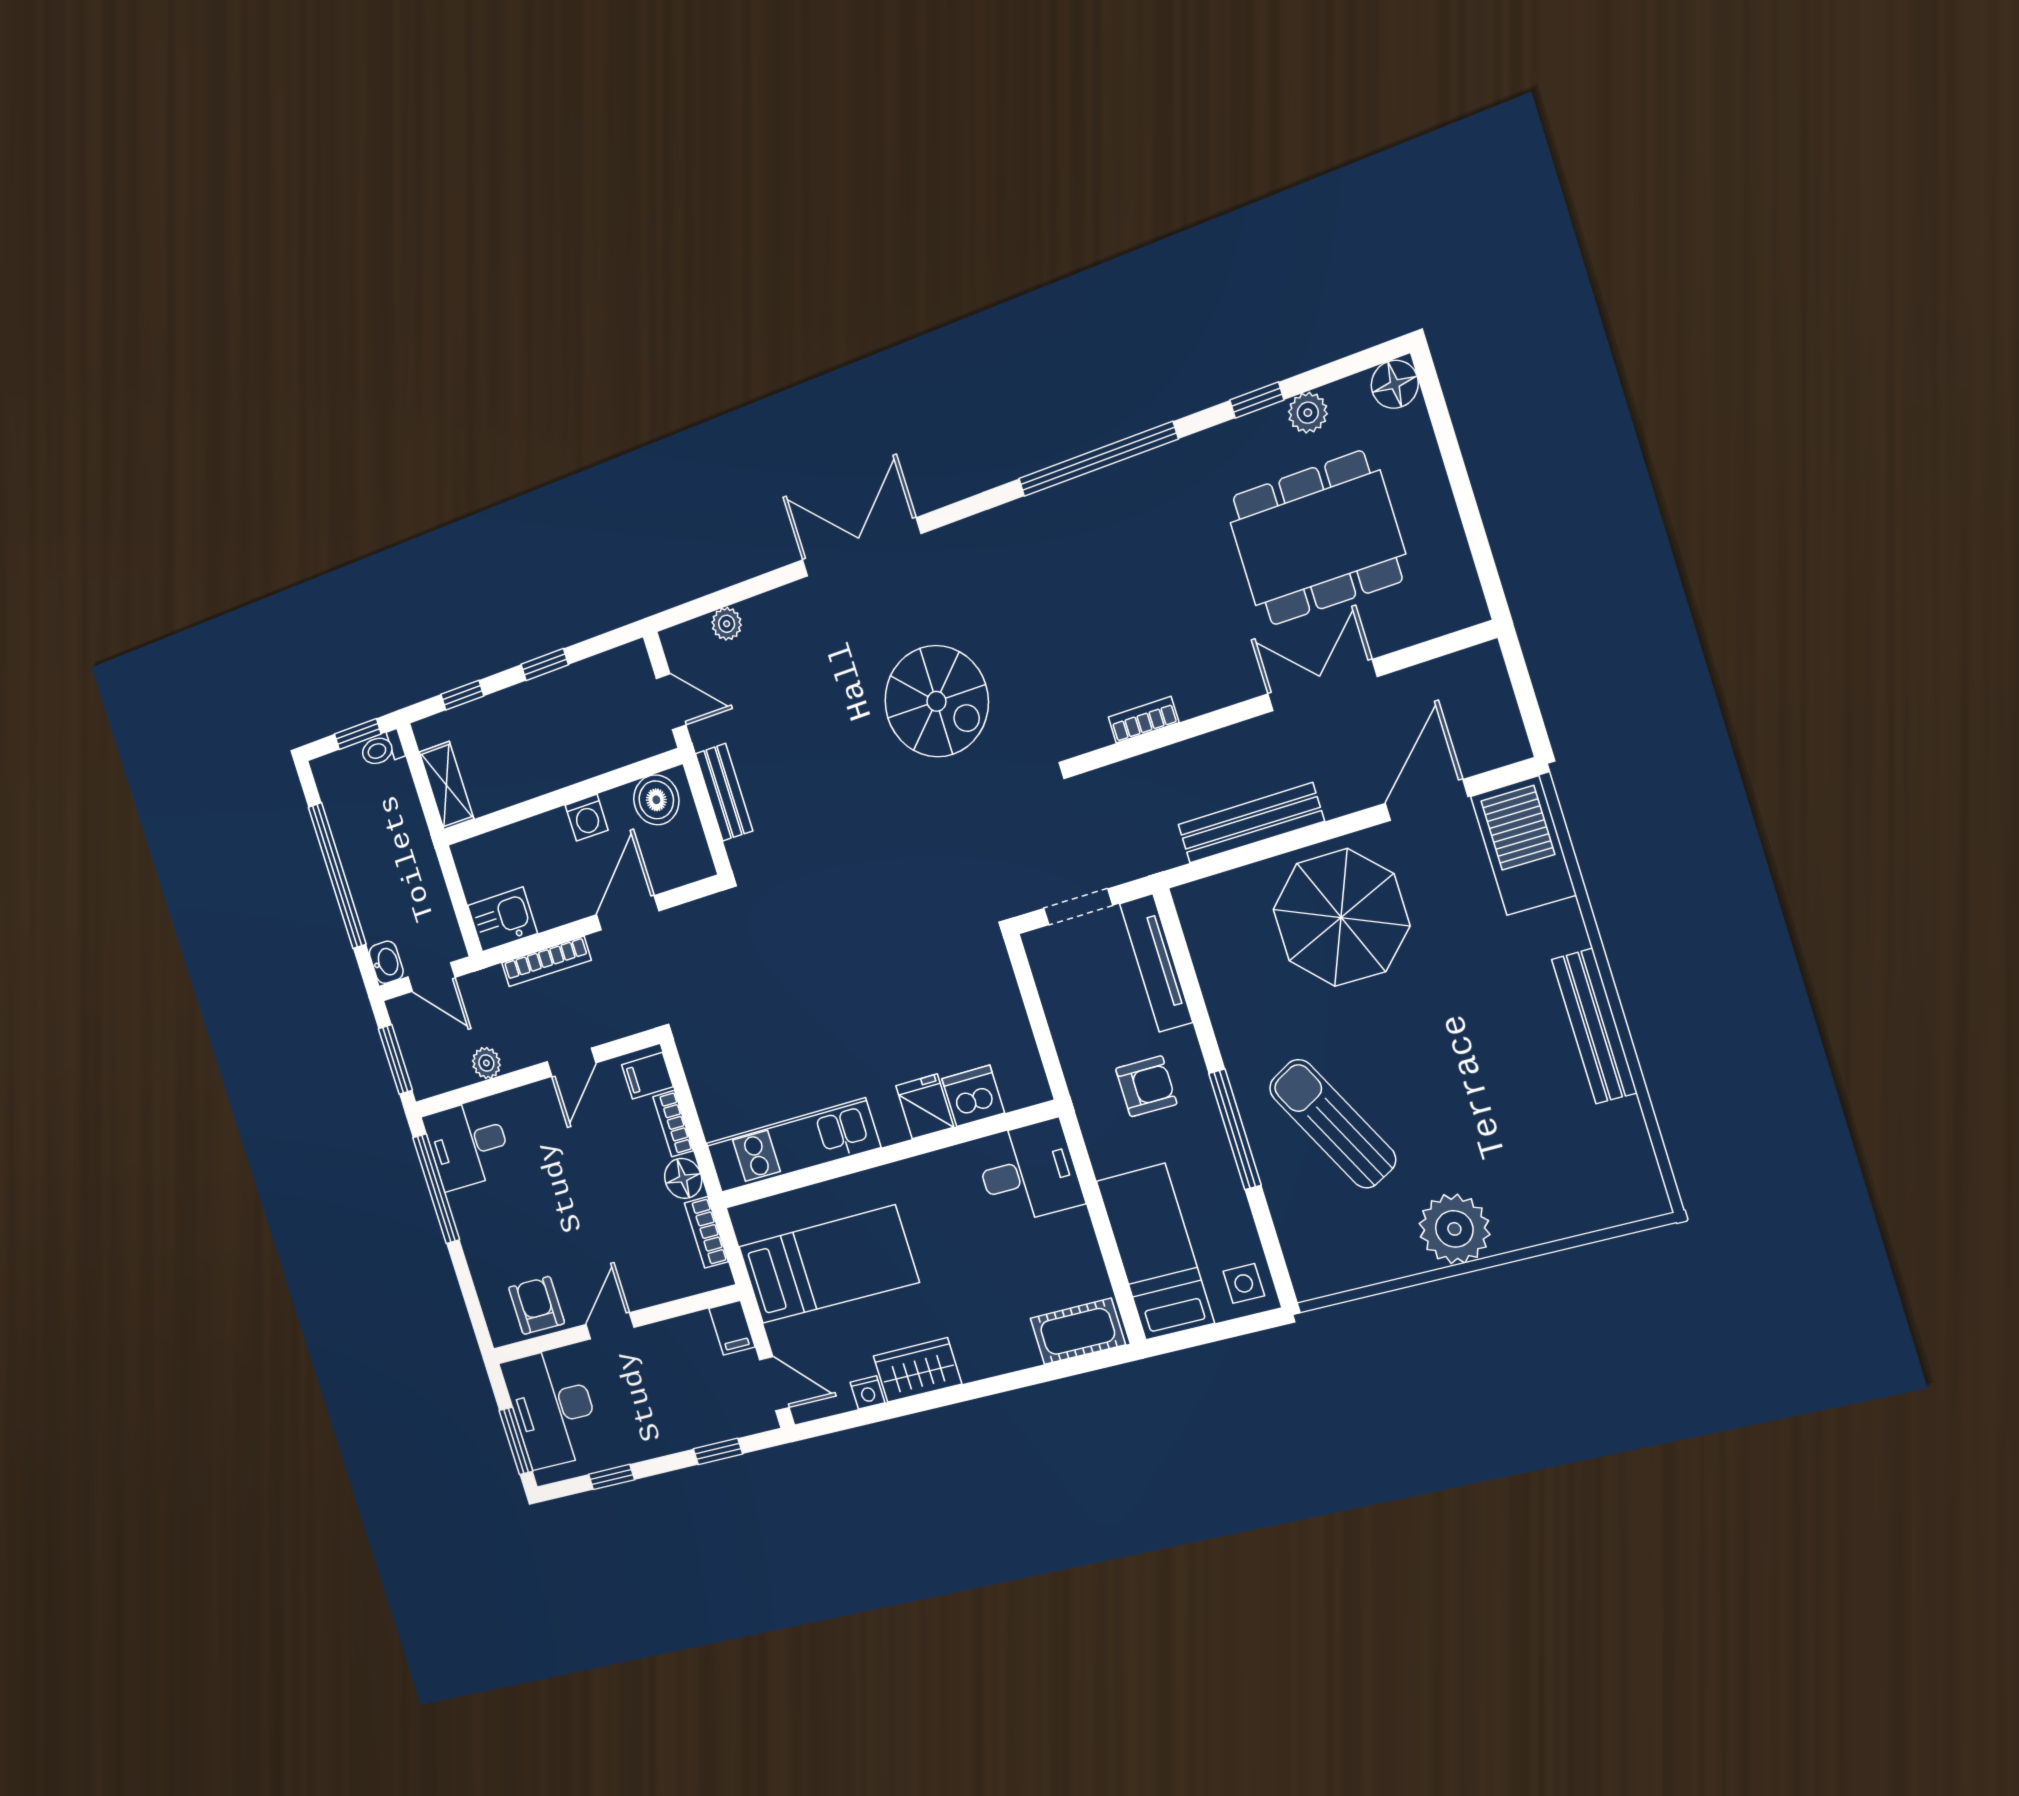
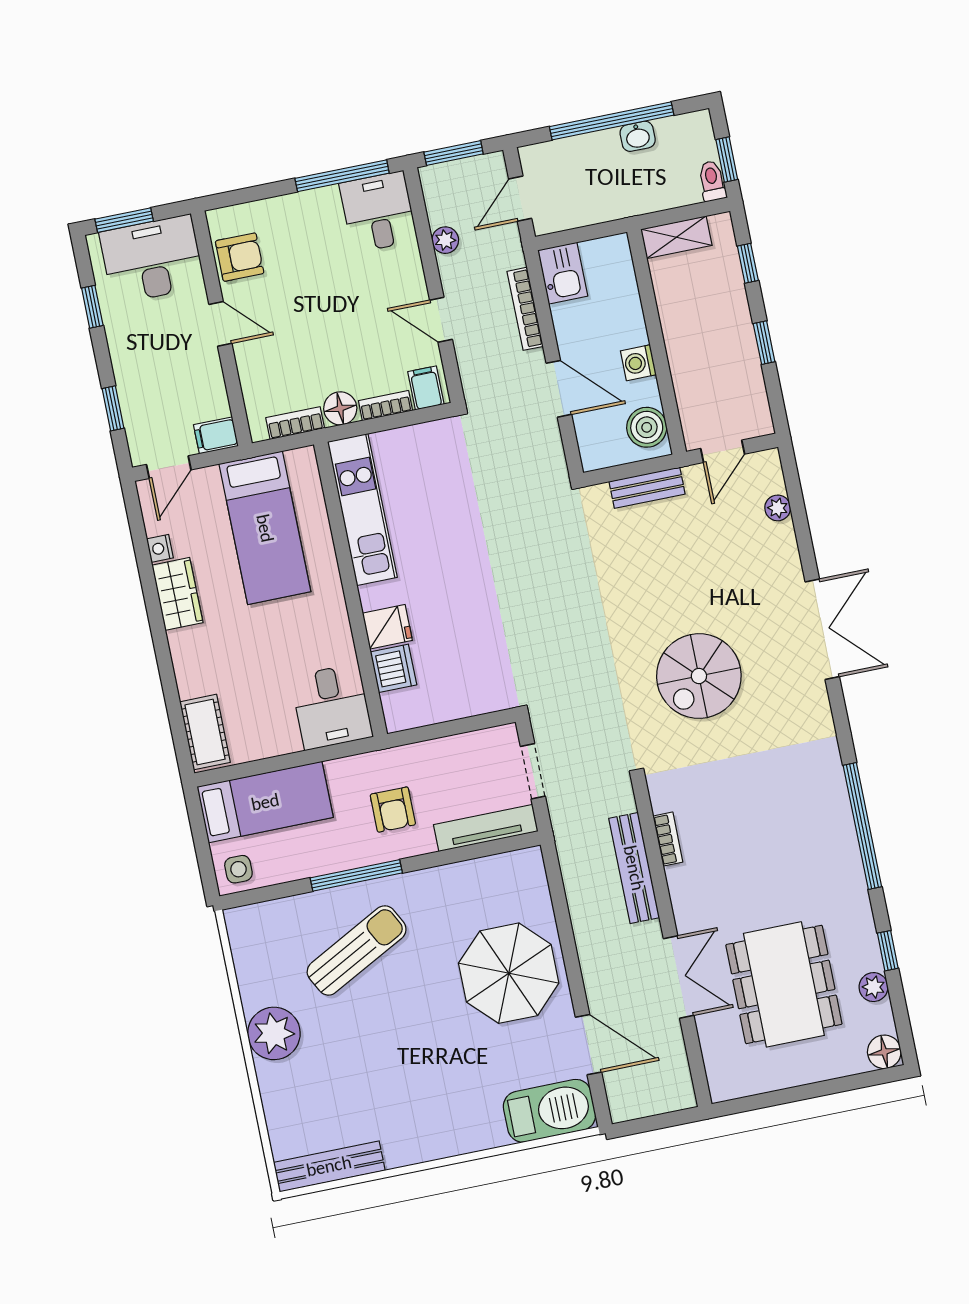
bench: (1251, 823) -> (634, 868), moved
washbasin: (386, 962) -> (638, 136), moved
bench: (1594, 1026) -> (329, 1166), moved

